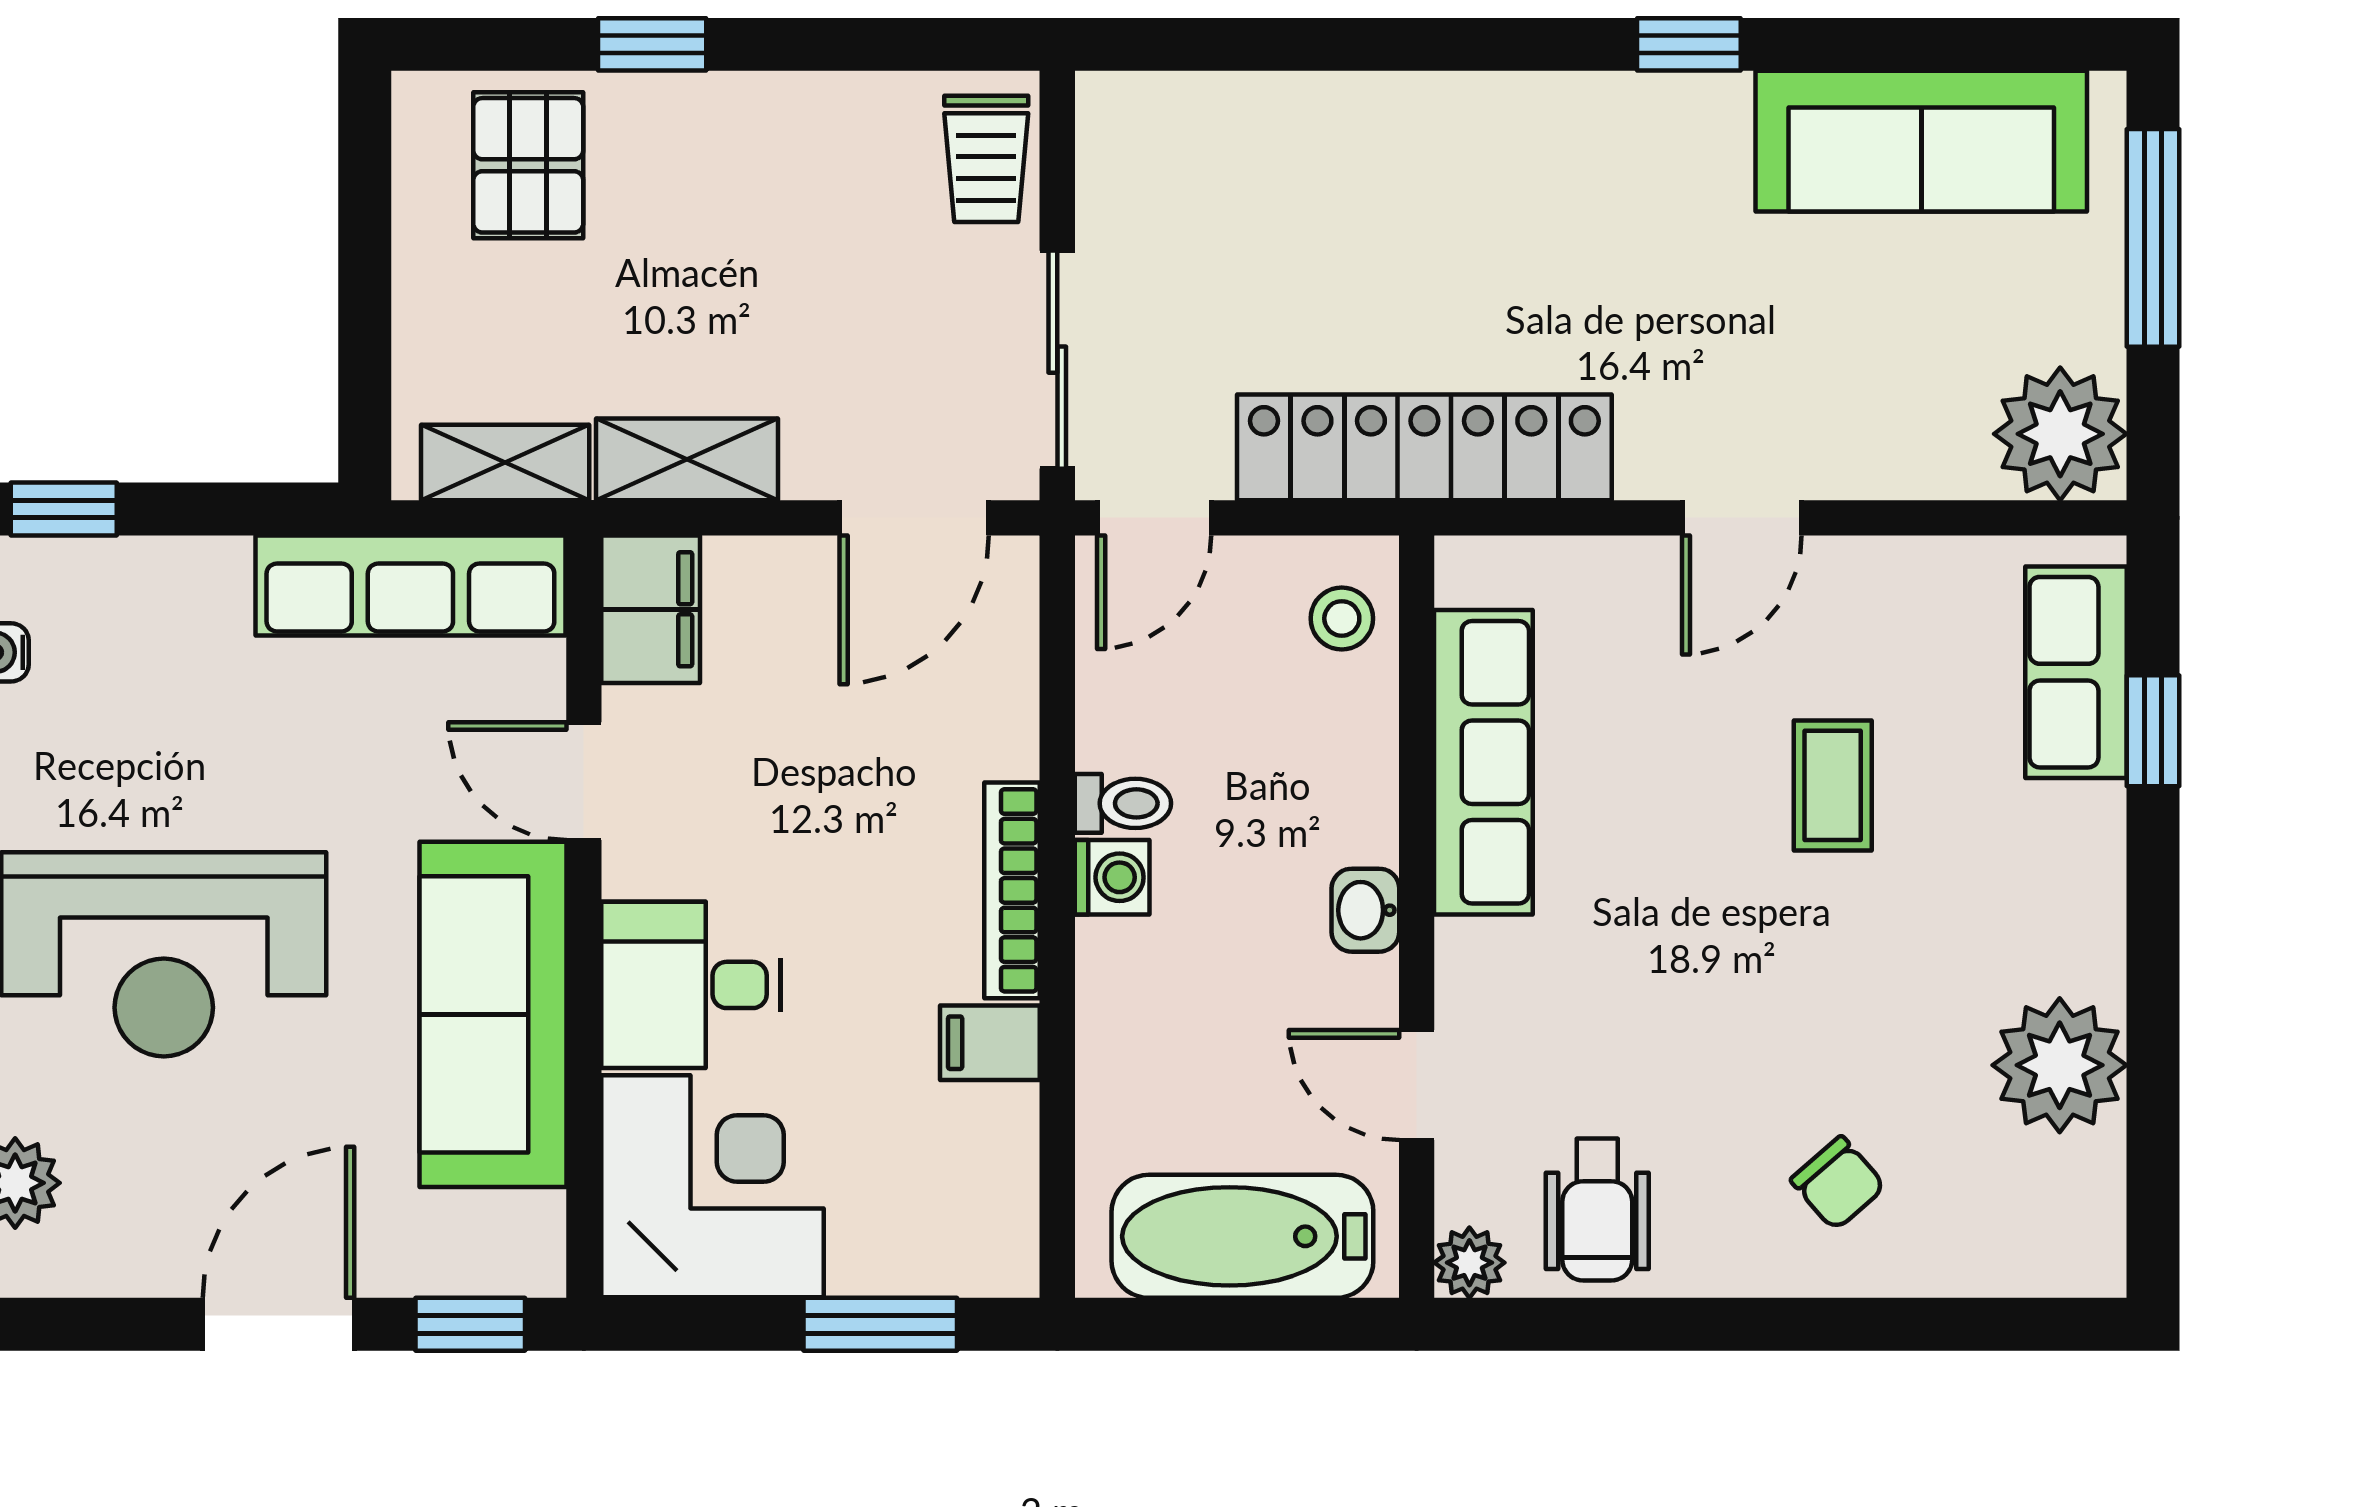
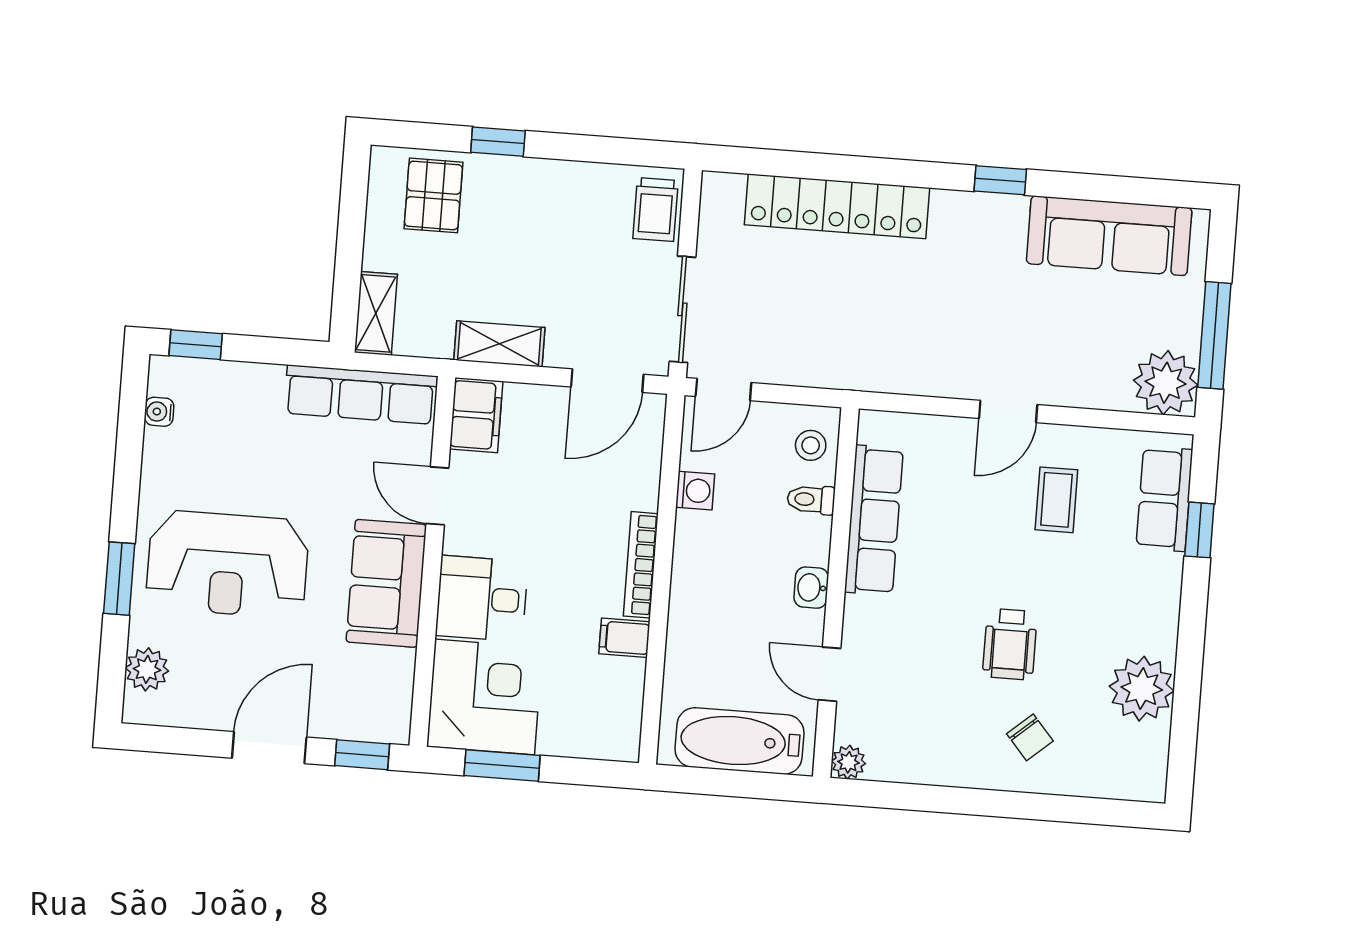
window: (2153, 238) -> (1214, 335), moved
locker: (1424, 447) -> (837, 206), moved, turned 180
shelving: (505, 462) -> (376, 313), moved, turned 90
coffee table: (1833, 785) -> (1056, 500), moved
toilet: (1123, 803) -> (811, 500), moved, turned 180
washing machine: (1112, 877) -> (695, 491), moved
sofa: (493, 1014) -> (386, 583), width x0.73
wheelchair: (1597, 1210) -> (1010, 644), moved
window: (880, 1324) -> (502, 766), moved

